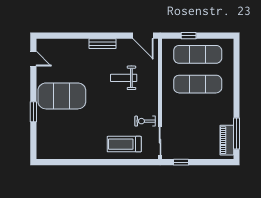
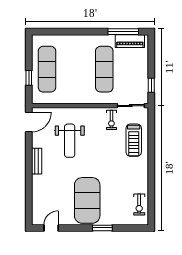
weight bench: (124, 78) -> (70, 141), width x1.36, depth x1.33
exercise mat: (198, 84) -> (104, 69), moved
exercise bike: (58, 150) -> (139, 205), added

